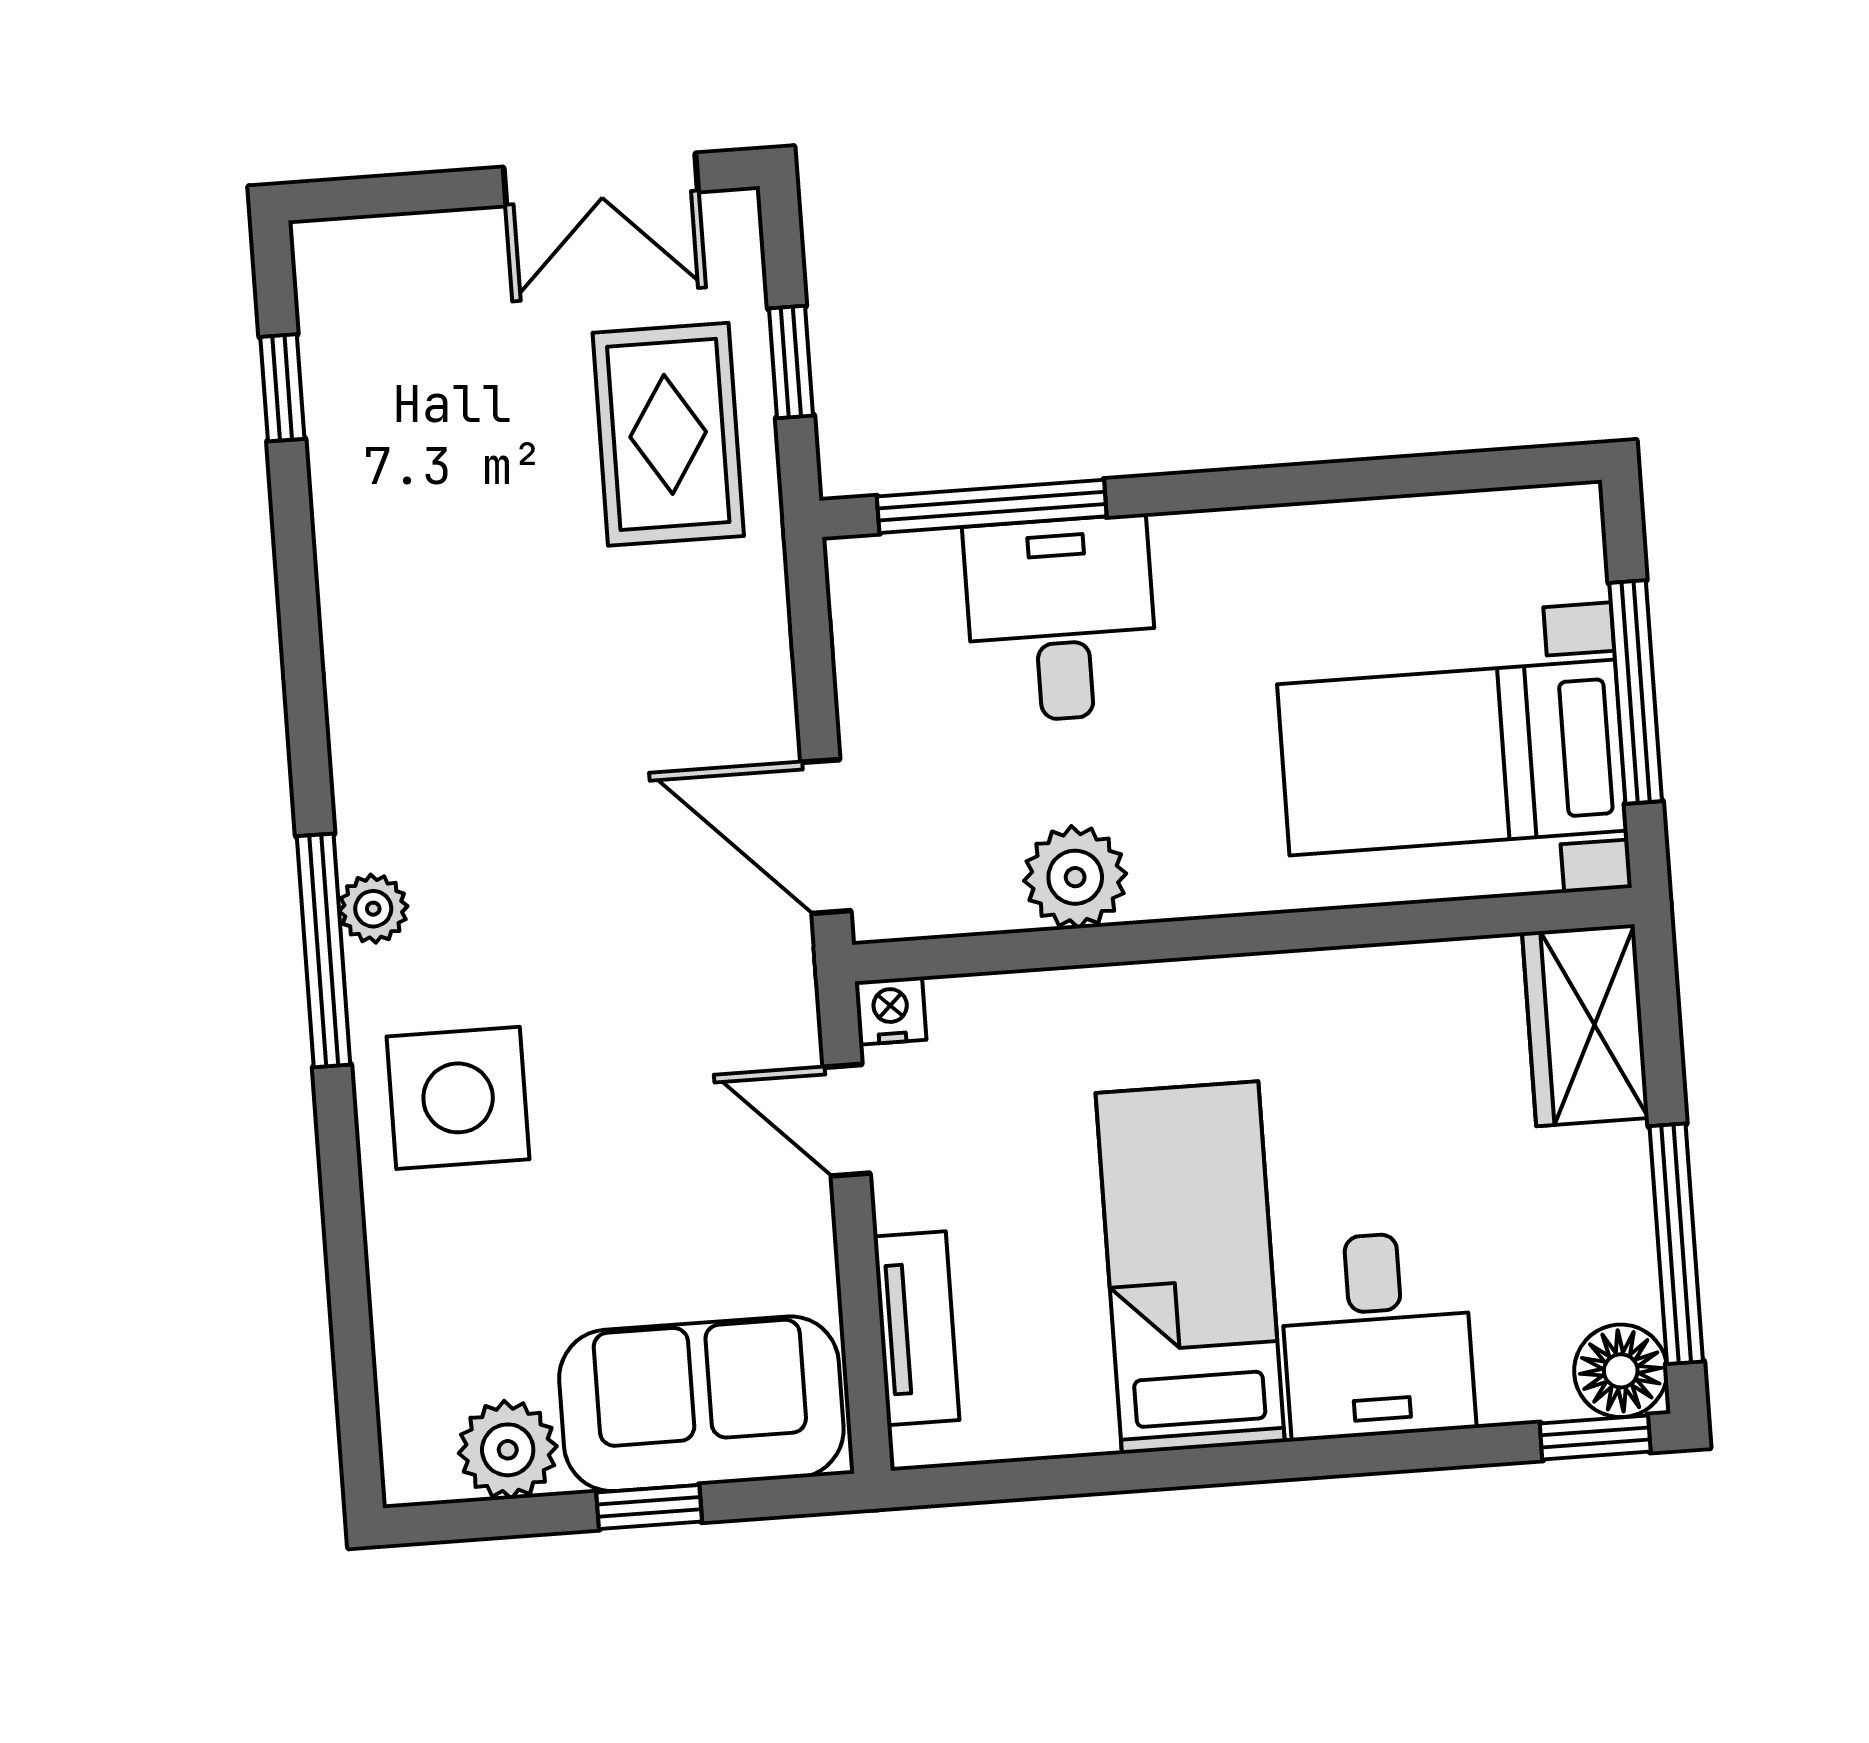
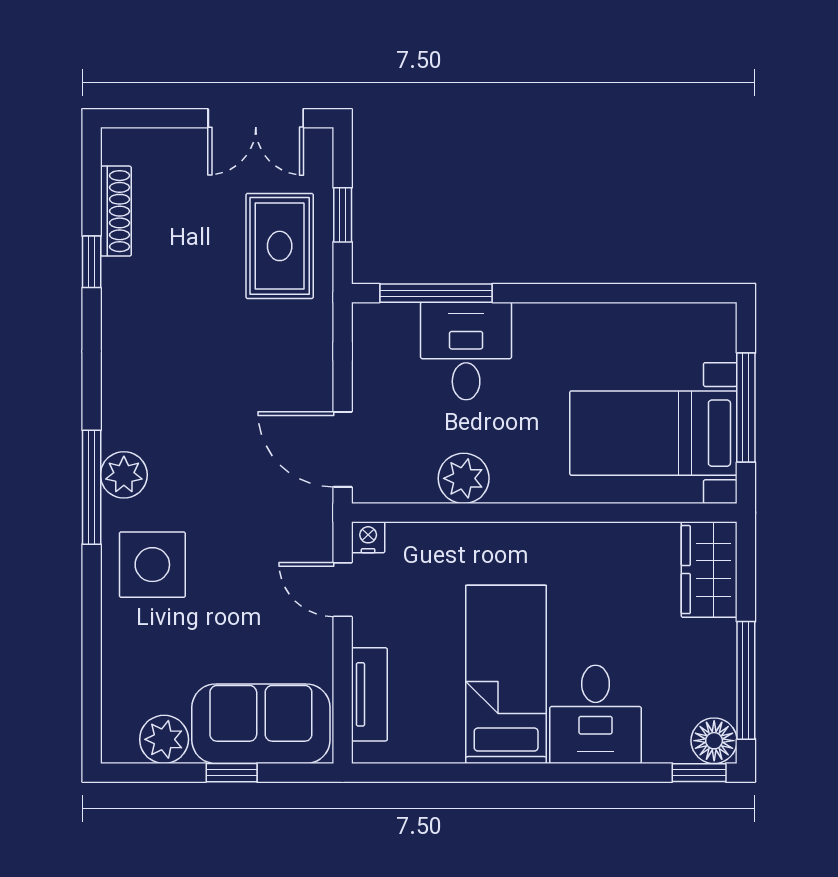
window: (282, 388) -> (92, 262), moved
shoe rack: (332, 388) -> (116, 211), added
plant: (373, 909) -> (124, 475), width x1.38, depth x1.38

